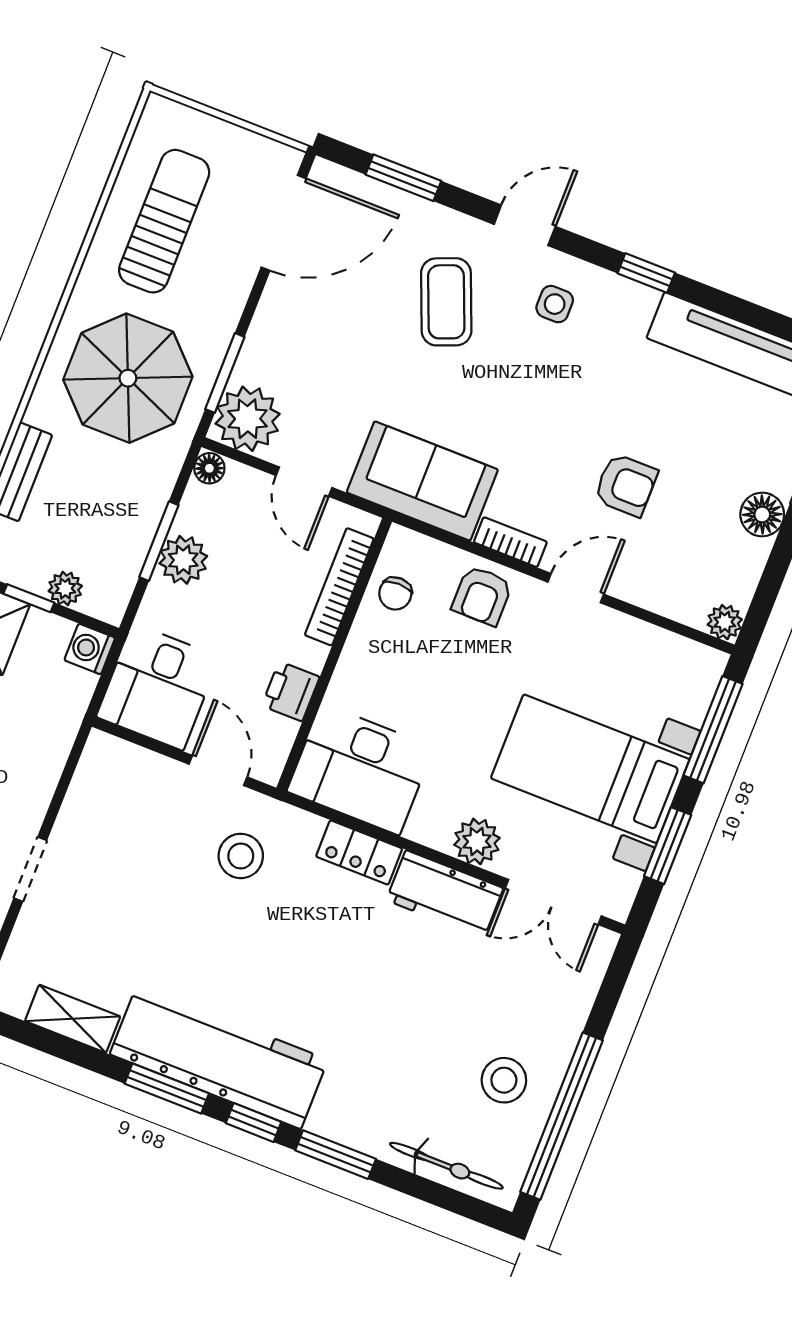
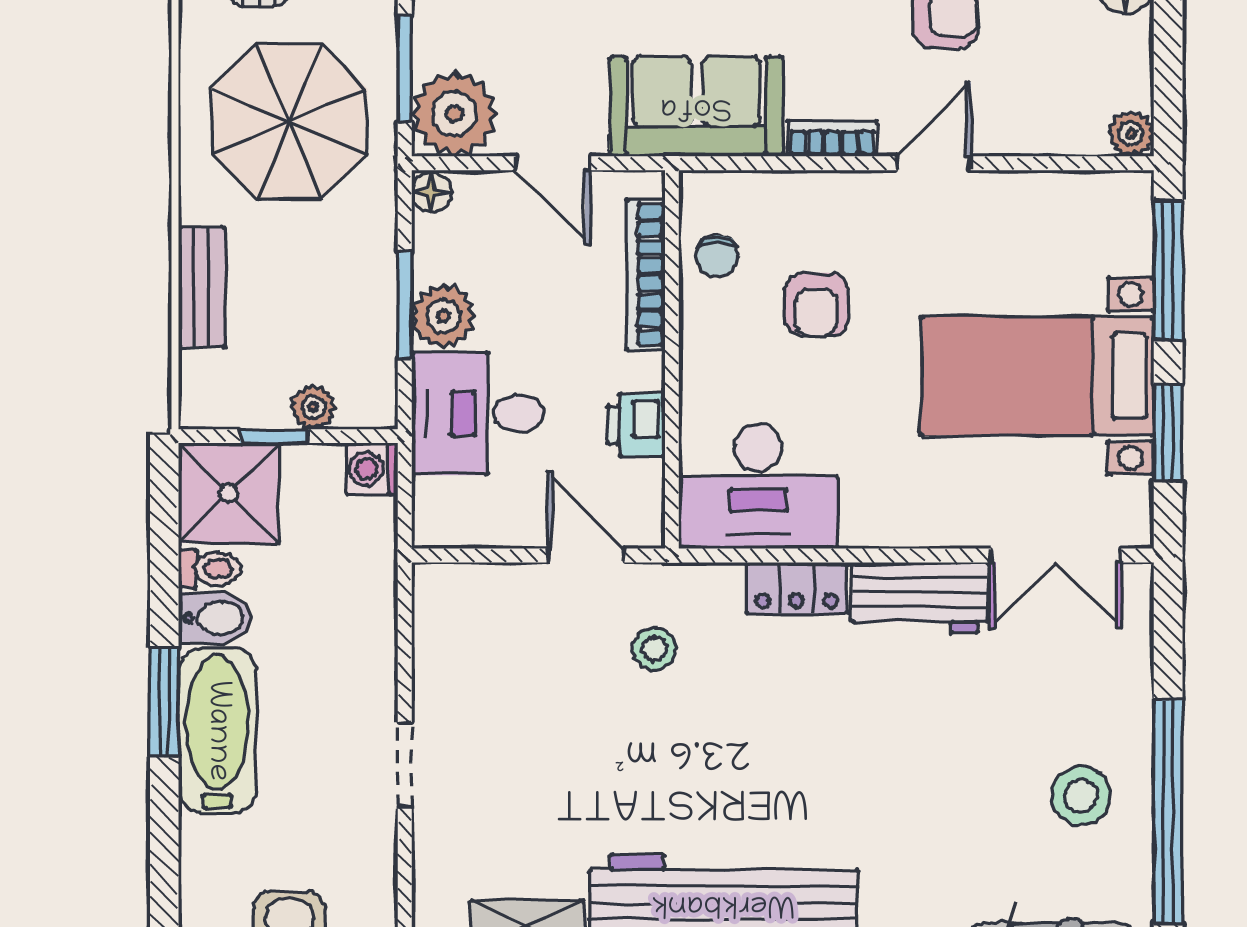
armchair: (482, 596) -> (816, 305), moved
desk: (158, 687) -> (478, 414), moved, turned 90
plant: (477, 841) -> (934, 518), removed
stool: (241, 856) -> (654, 649), width x0.73, depth x0.73

